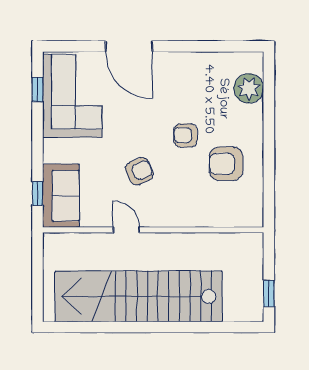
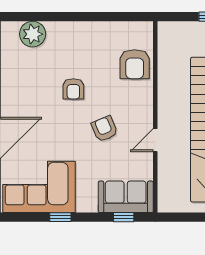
window: (37, 89) -> (60, 217), moved
armchair: (226, 164) -> (135, 64), moved

